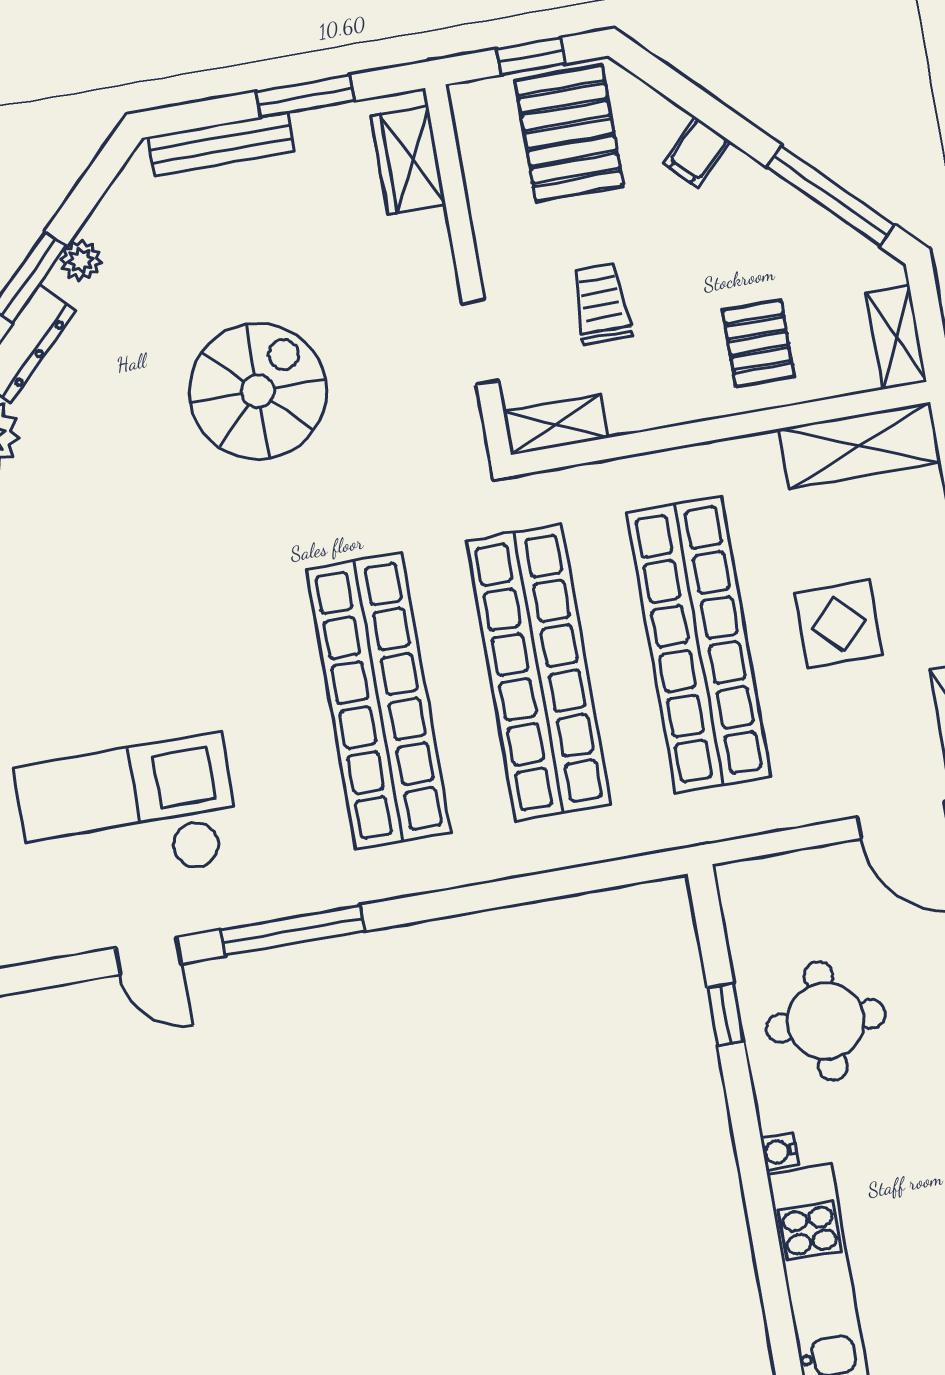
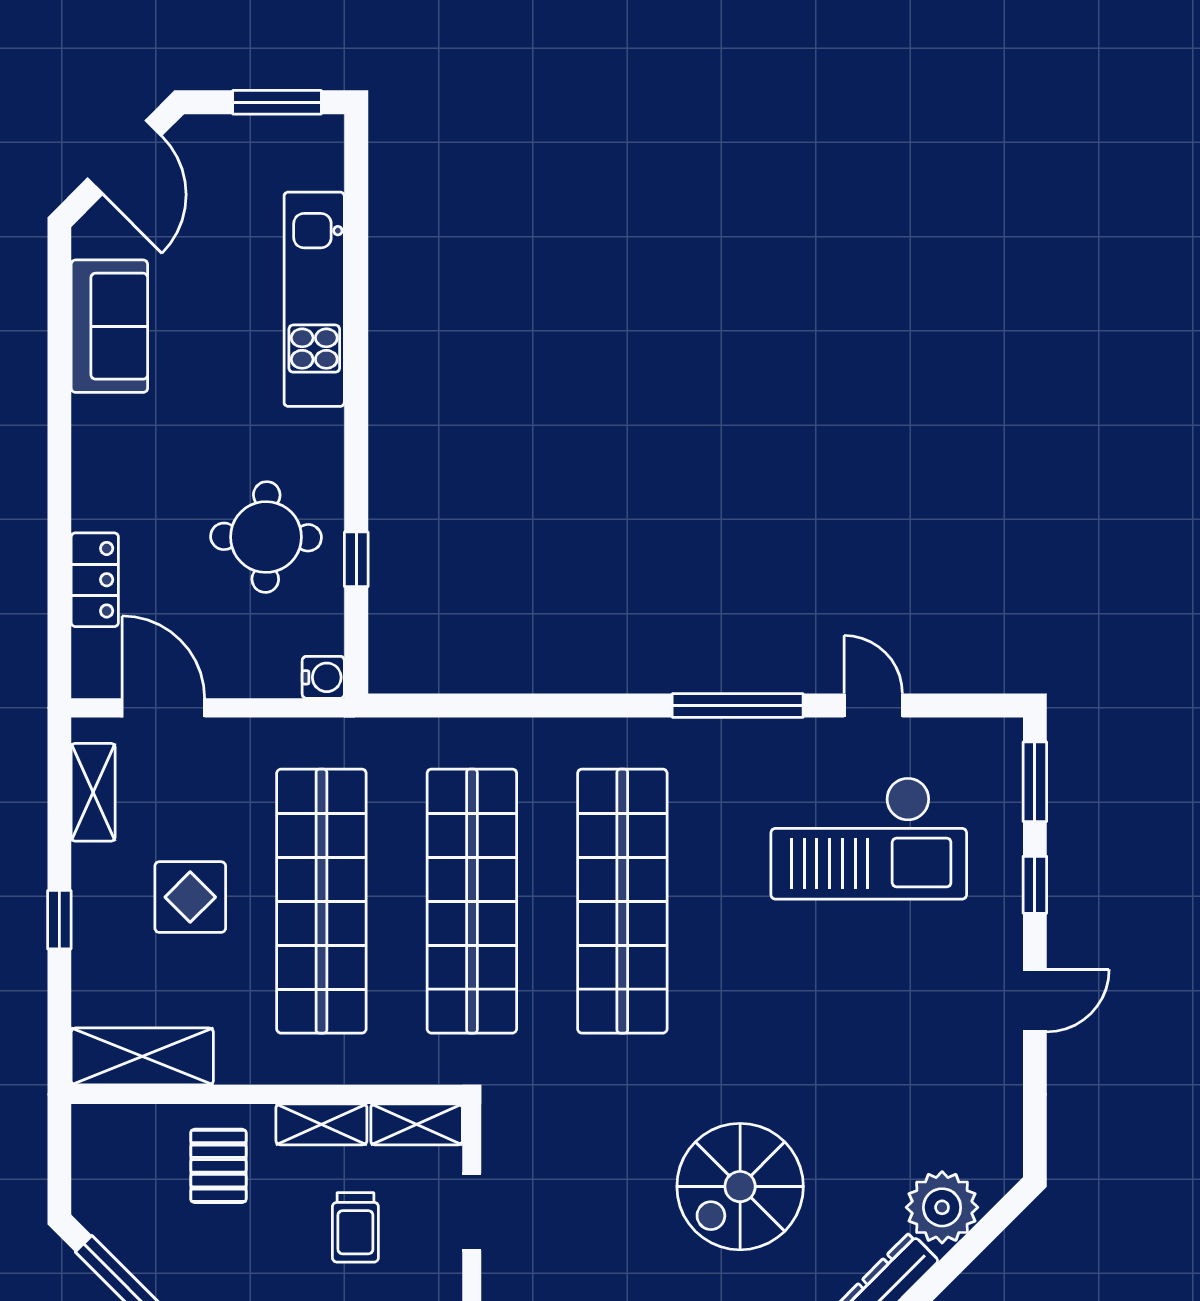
shelving: (896, 337) -> (321, 1124), moved, turned 90
spiral stairs: (258, 391) -> (740, 1187), moved
water cooler: (779, 1152) -> (323, 677), moved, width x1.38, depth x1.38

